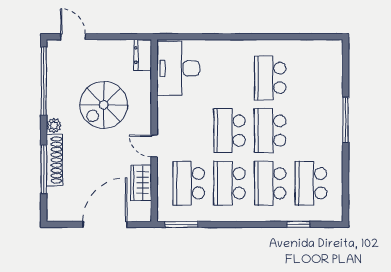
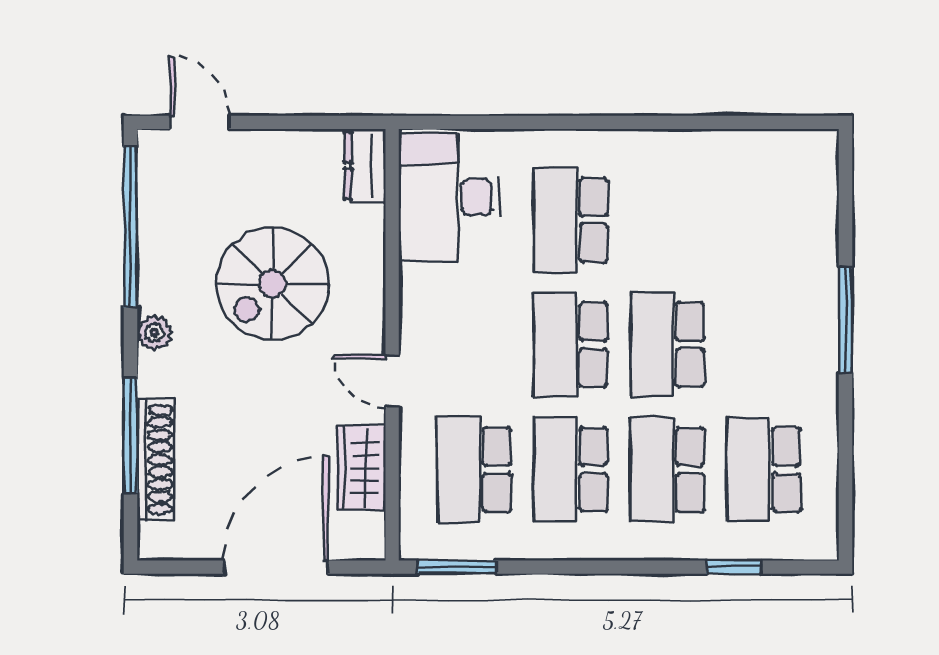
school desk: (270, 78) -> (571, 220), moved
shoe rack: (54, 160) -> (156, 460), moved

